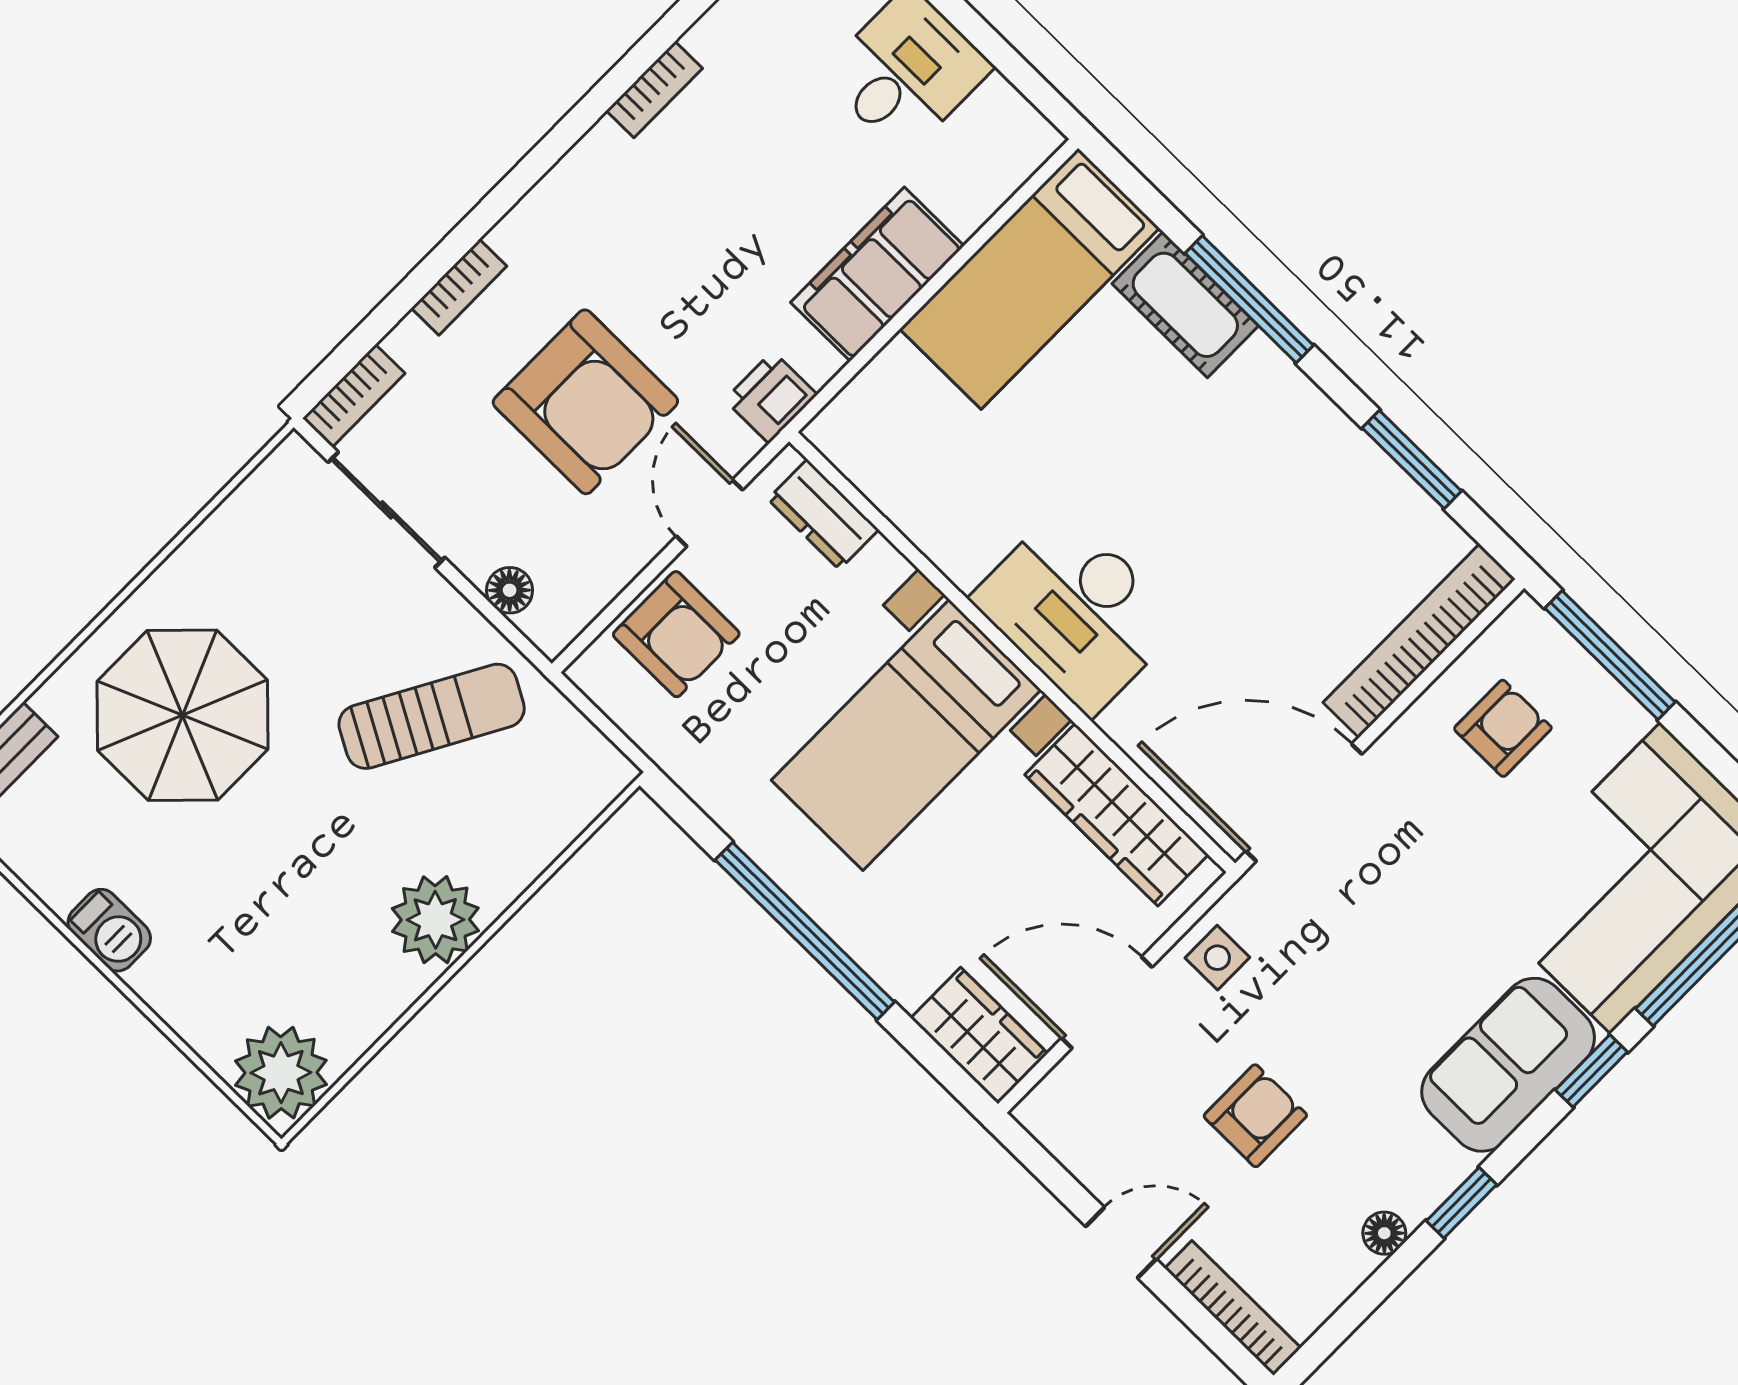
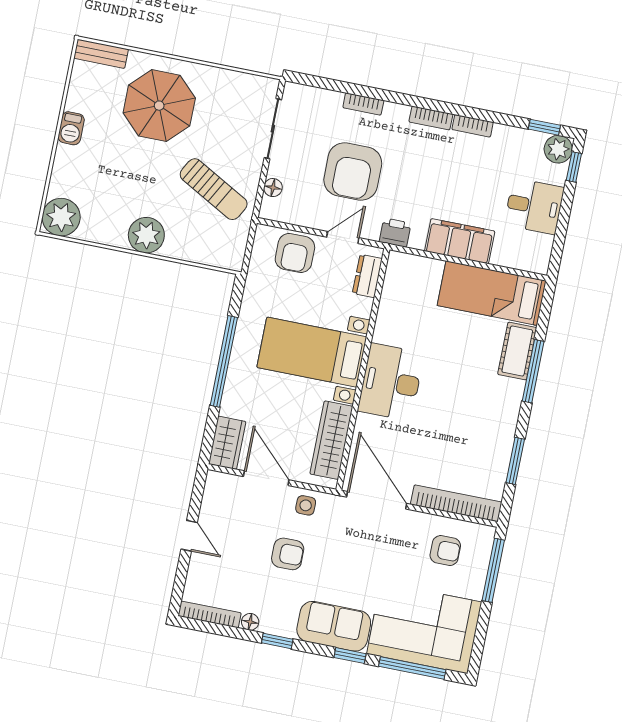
bookcase: (354, 396) -> (431, 118), moved
armchair: (1255, 1116) -> (288, 554), moved
bookcase: (1233, 1308) -> (210, 614), moved, turned -90

